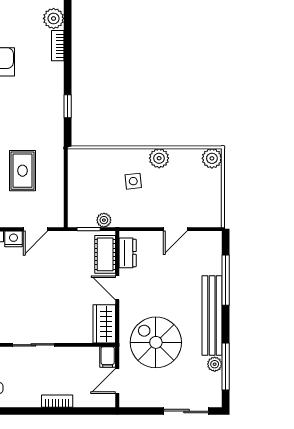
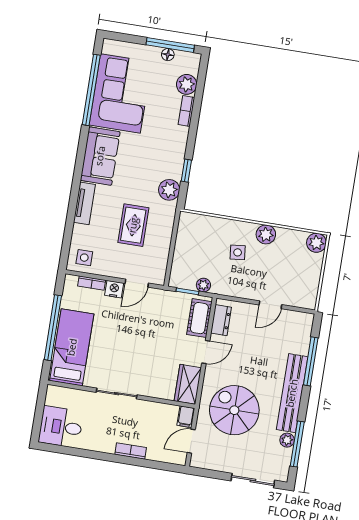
plant: (53, 129) -> (169, 190), added
door: (117, 288) -> (206, 352), swing flipped

